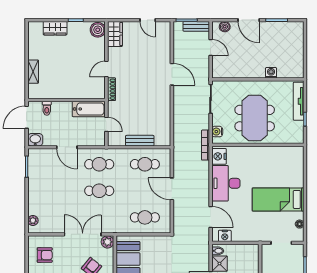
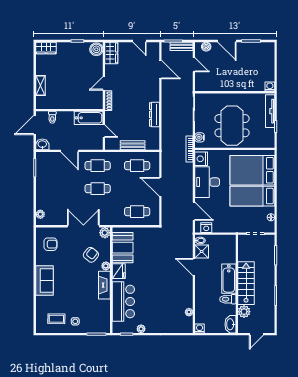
wardrobe: (55, 28) -> (46, 48), moved
washing machine: (271, 73) -> (270, 87), moved
door: (172, 74) -> (160, 69), moved
dresser: (165, 105) -> (154, 114), added
bed: (278, 170) -> (252, 170), added

